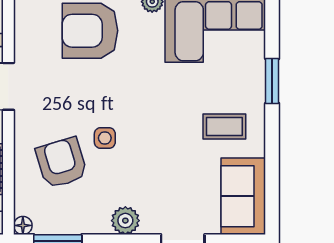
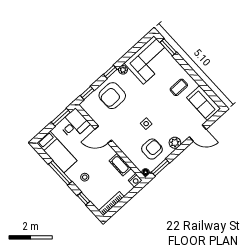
window: (272, 81) -> (168, 47), moved
armchair: (62, 163) -> (152, 149), moved, turned 107

